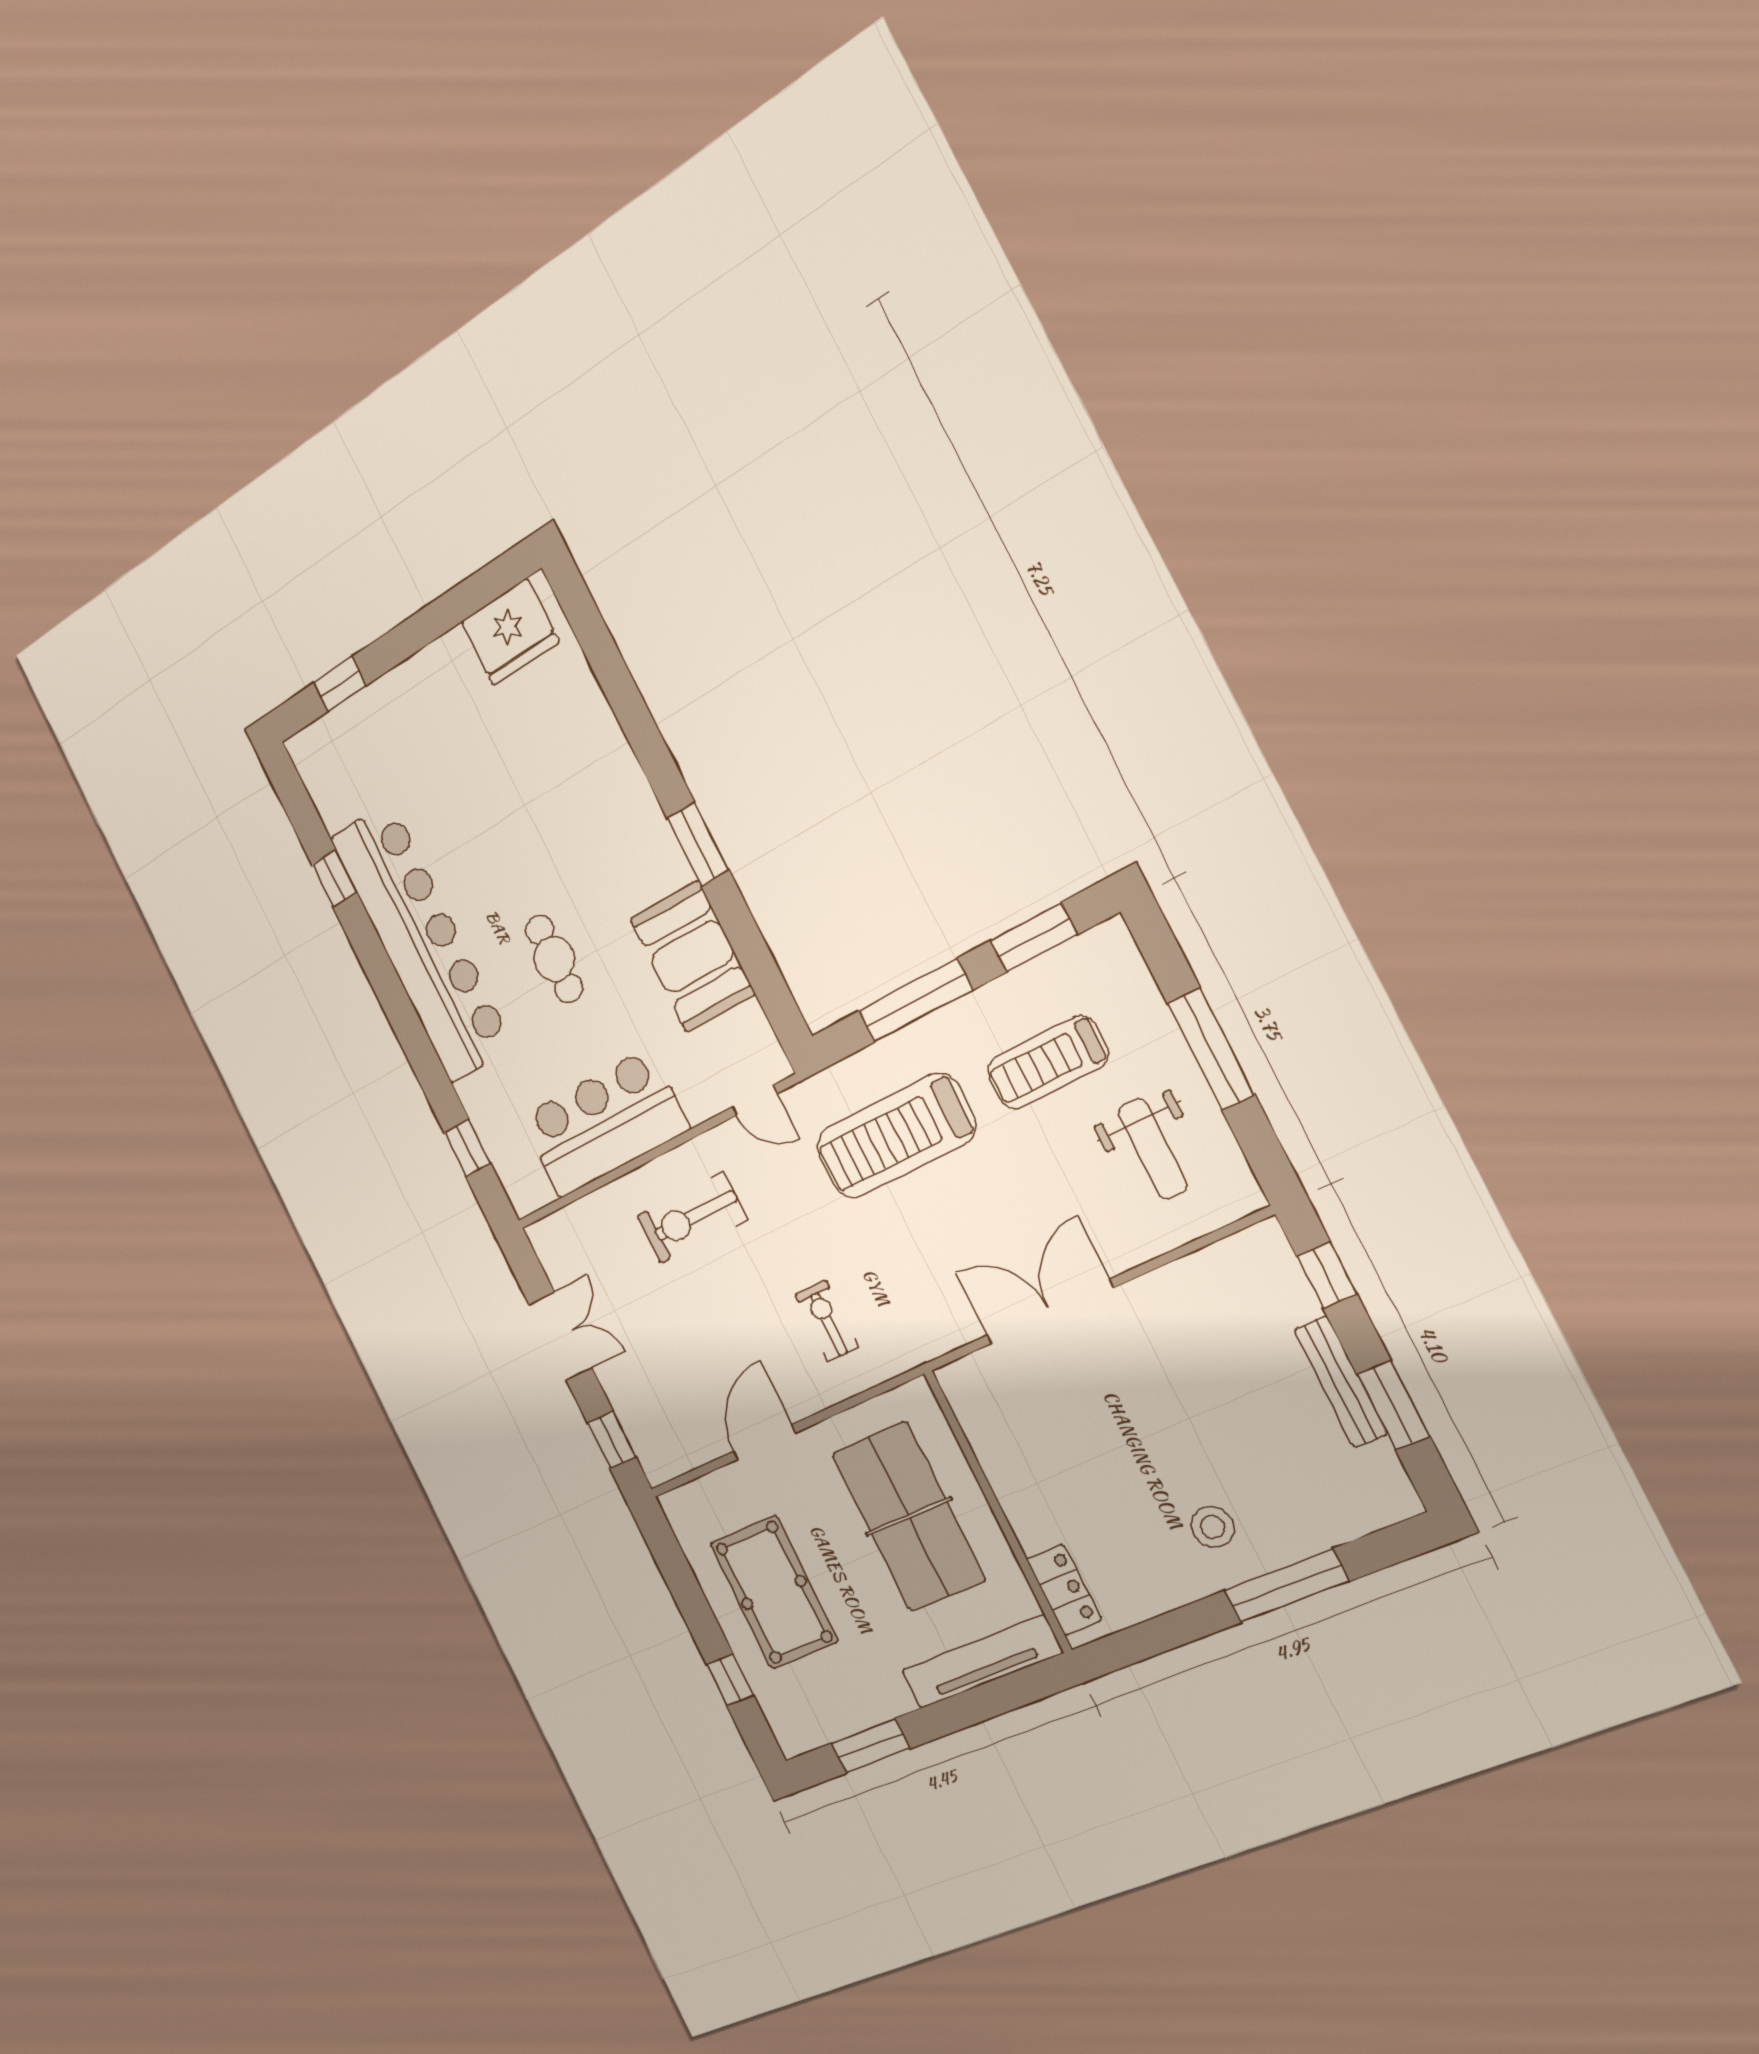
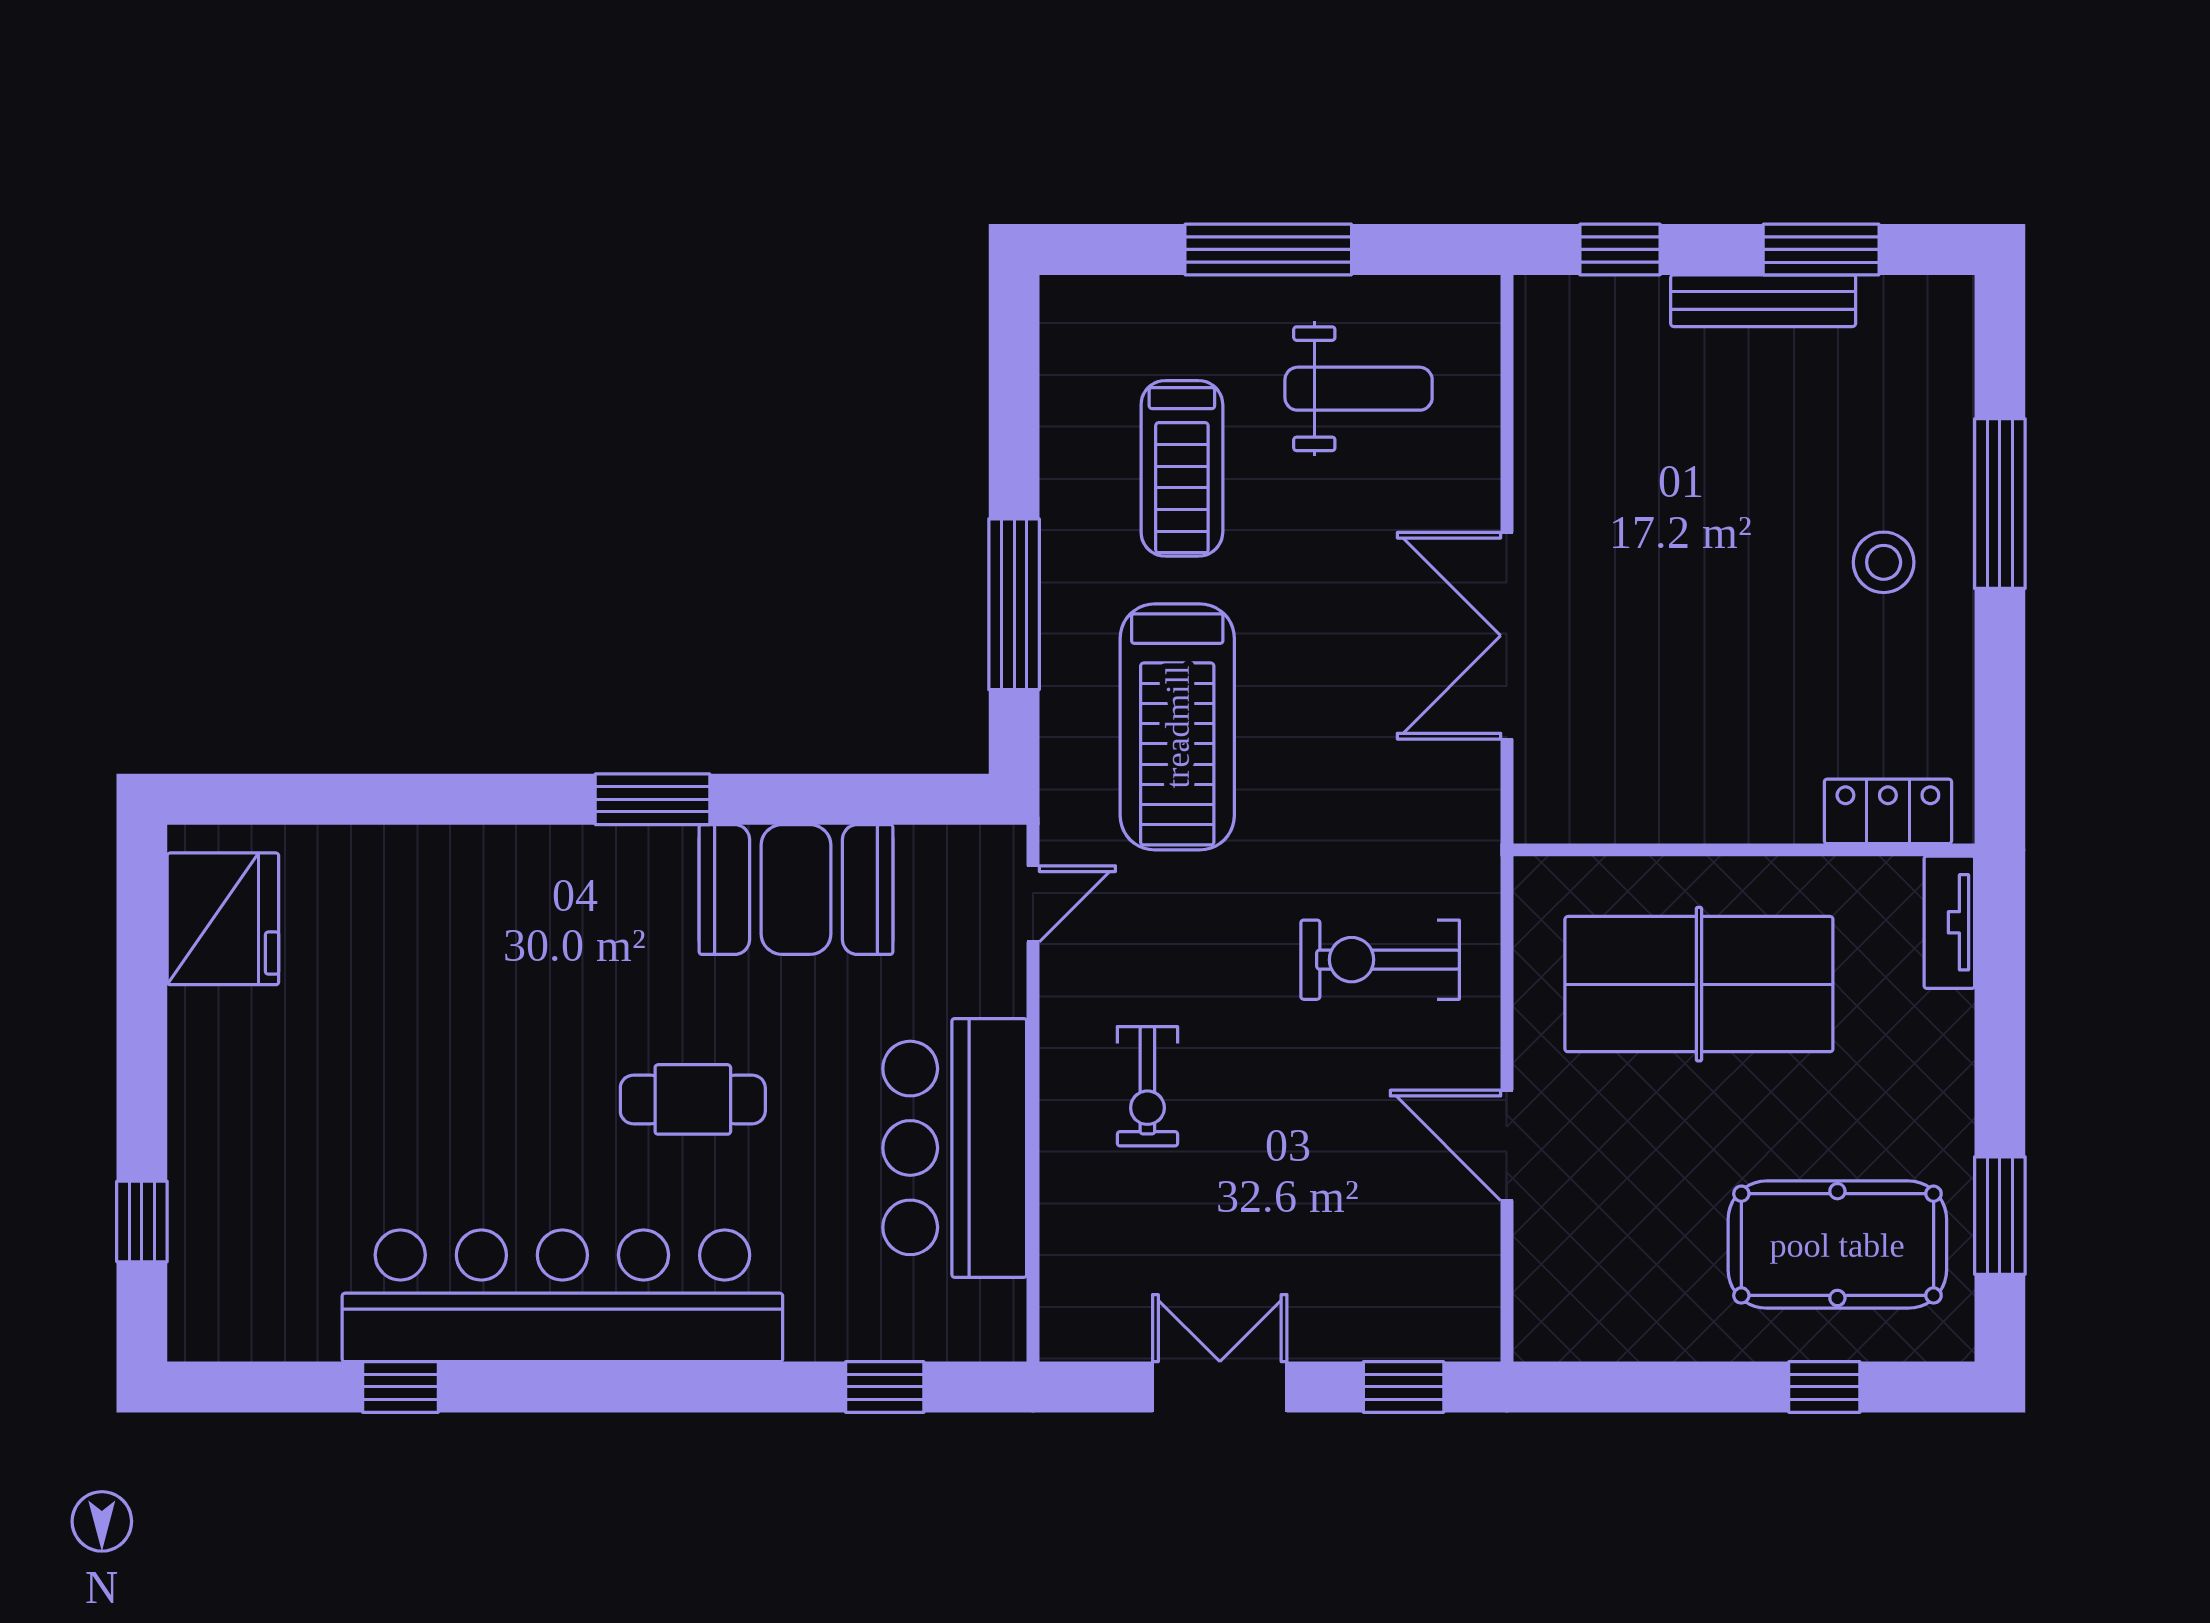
window: (1034, 938) -> (1014, 403), removed
exercise bike: (692, 1218) -> (1147, 1086), width x0.73, depth x0.72
exercise bike: (827, 1321) -> (1380, 960), width x1.38, depth x1.39
pool table: (774, 1592) -> (1837, 1245), moved
tv unit: (982, 1662) -> (1949, 922), width x0.52, depth x0.78

